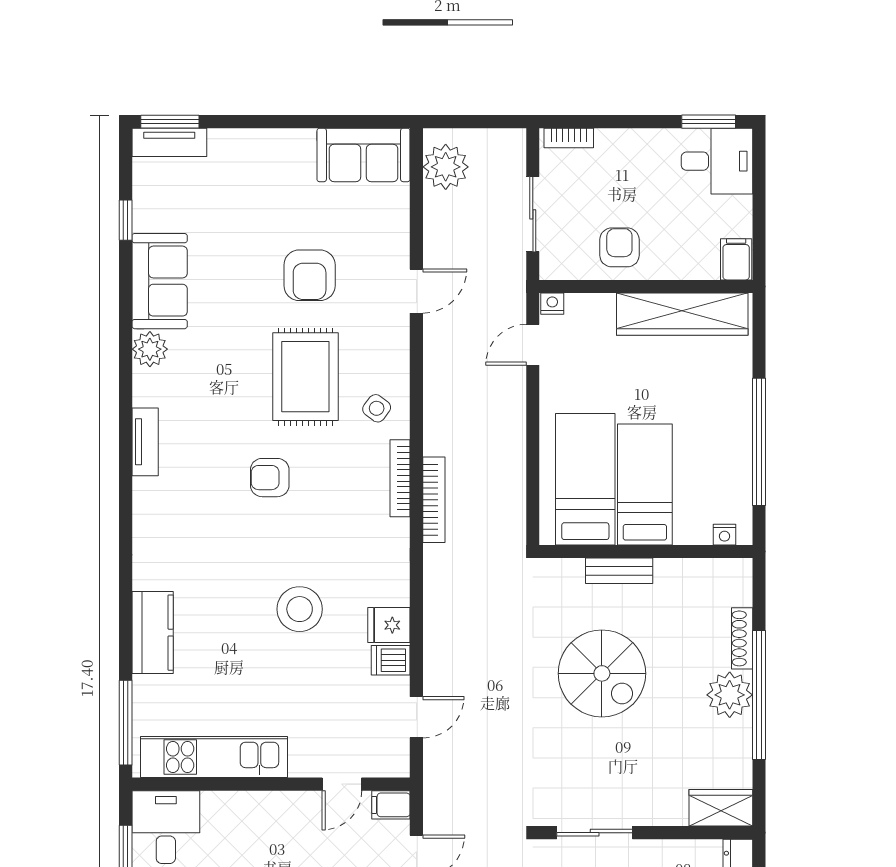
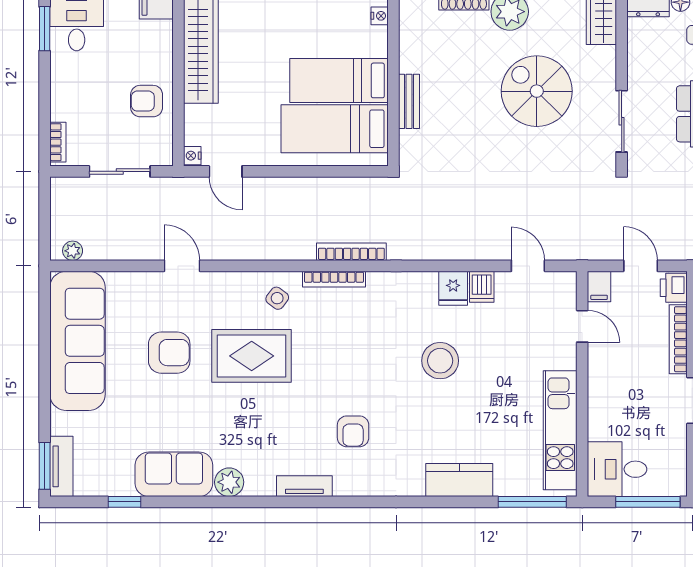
sofa: (364, 155) -> (77, 341), width x1.85, depth x1.27
plant: (446, 167) -> (73, 251), width x0.53, depth x0.53
armchair: (270, 478) -> (353, 431), moved
spiral stairs: (602, 673) -> (537, 91), moved, turned -90

